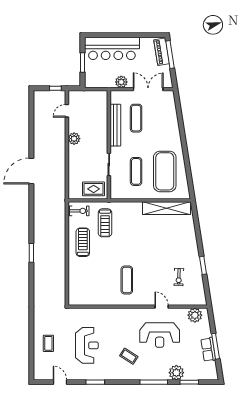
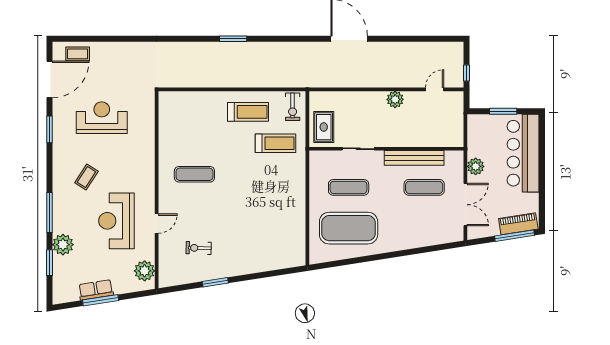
door: (67, 111) -> (435, 89), hinge flipped
shelving: (166, 208) -> (296, 230), removed
treadmill: (105, 223) -> (276, 143), turned 180
coffee table: (48, 343) -> (78, 54), moved
reception desk: (87, 345) -> (102, 118), turned 180
door: (60, 382) -> (50, 79), width x1.87

